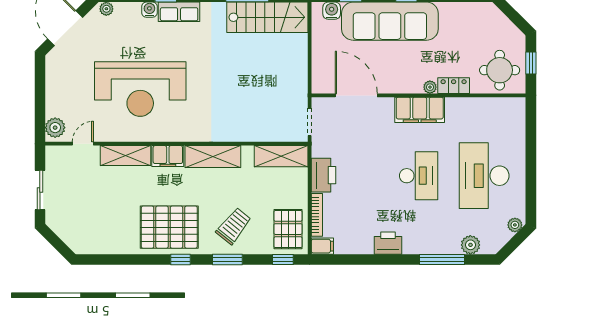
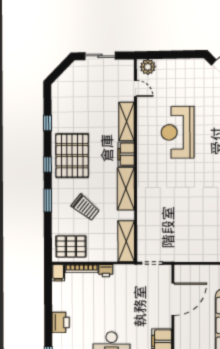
reception desk: (140, 89) -> (178, 132), width x0.74, depth x0.77
printer: (323, 175) -> (106, 271), width x0.53, depth x0.68
trolley: (234, 226) -> (85, 208), moved
window: (283, 260) -> (47, 123), moved

